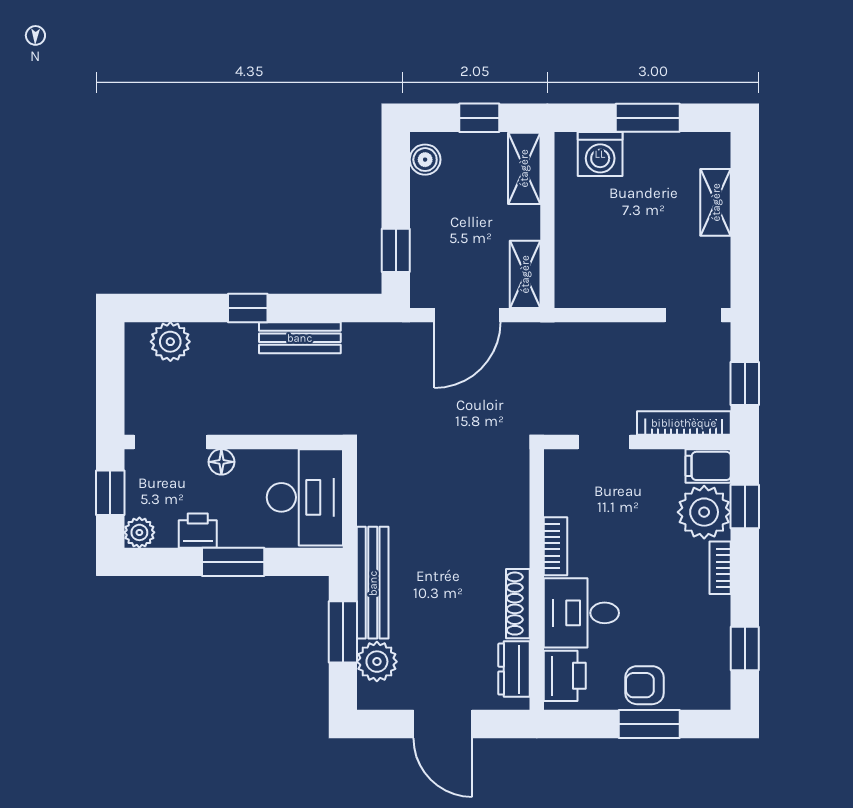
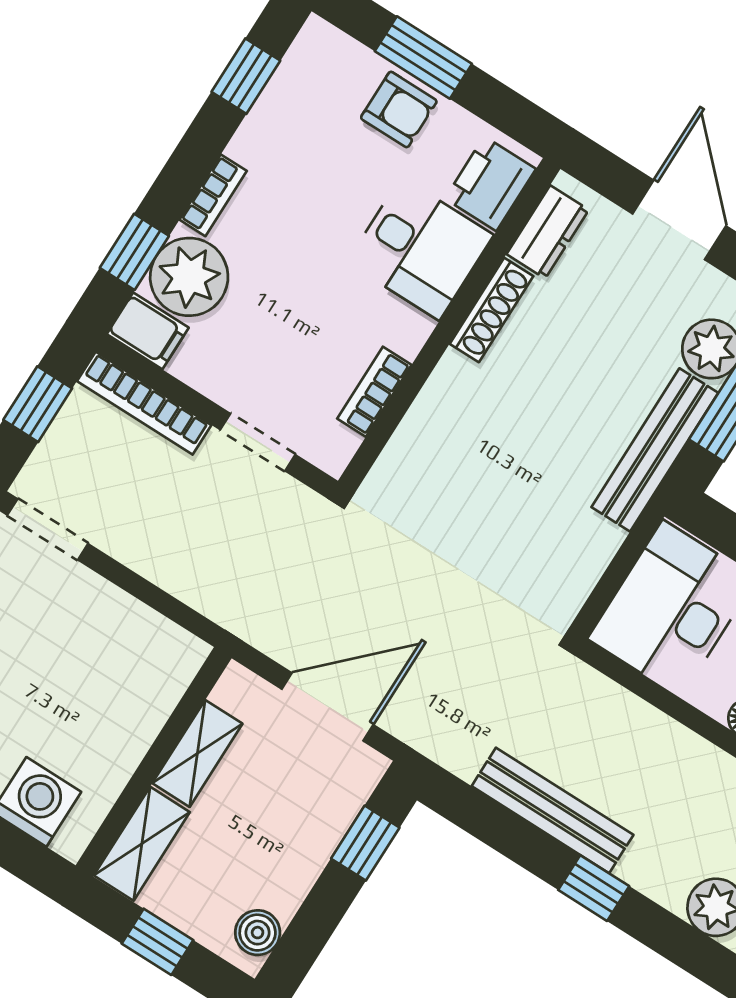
shelving: (525, 274) -> (197, 753), moved
bench: (300, 338) -> (553, 810), width x1.36
bookcase: (555, 546) -> (374, 392), moved

